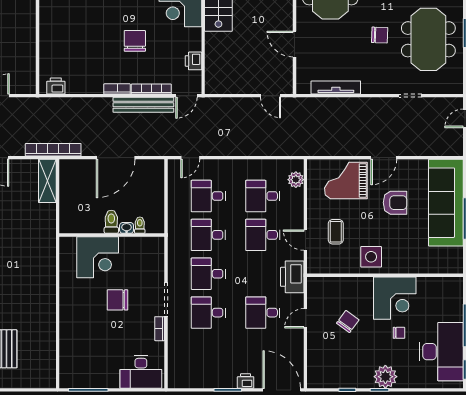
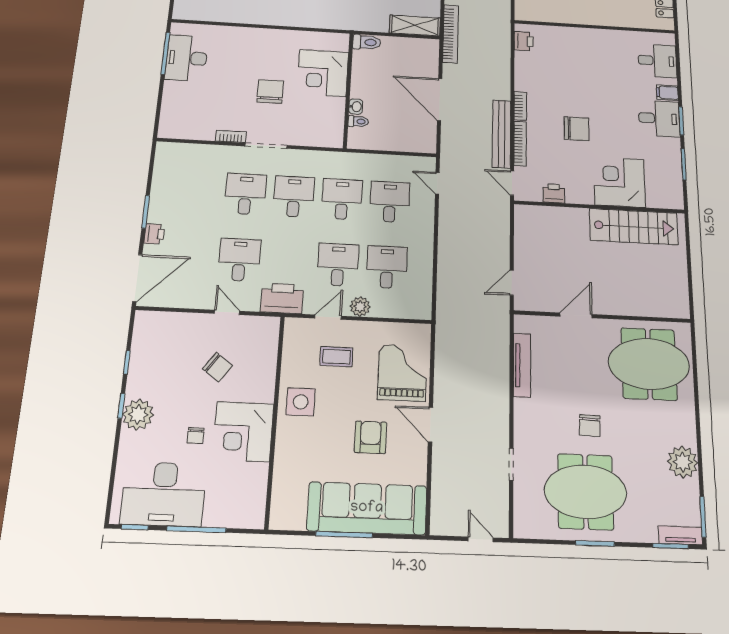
plant: (296, 180) -> (360, 307), moved
armchair: (395, 203) -> (371, 437), turned 180
toilet: (111, 222) -> (367, 42), moved
desk: (141, 372) -> (187, 58), moved

